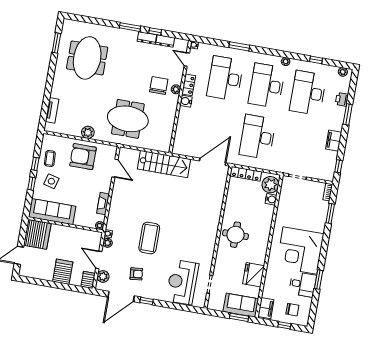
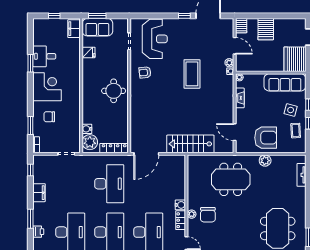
corner desk: (300, 250) -> (47, 87), width x0.74, depth x0.74
armchair: (136, 274) -> (145, 72), moved
fridge: (254, 275) -> (89, 52), width x0.53, depth x0.75
plant: (103, 276) -> (228, 31), removed
chair: (292, 310) -> (49, 117), moved

